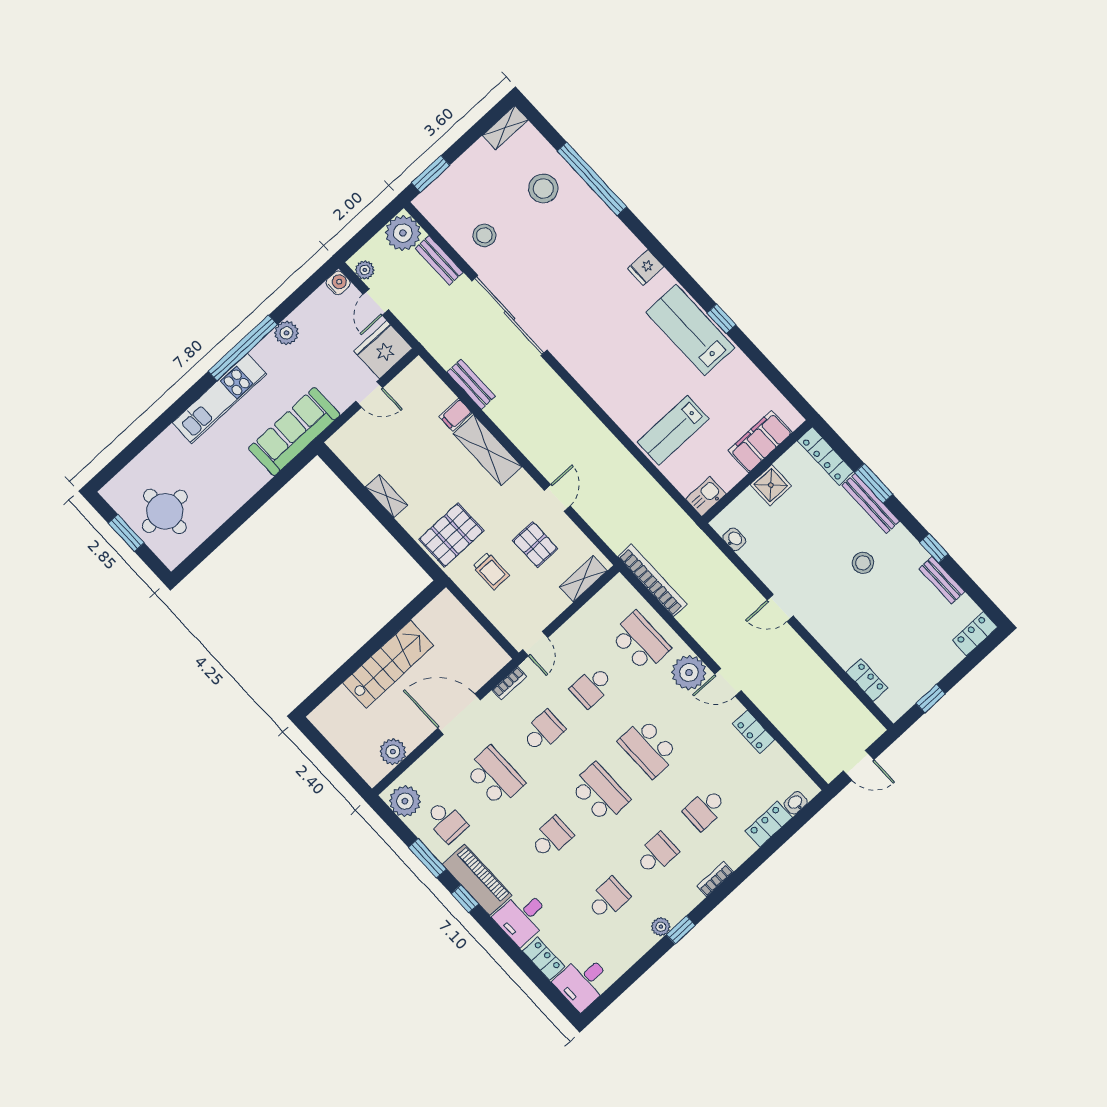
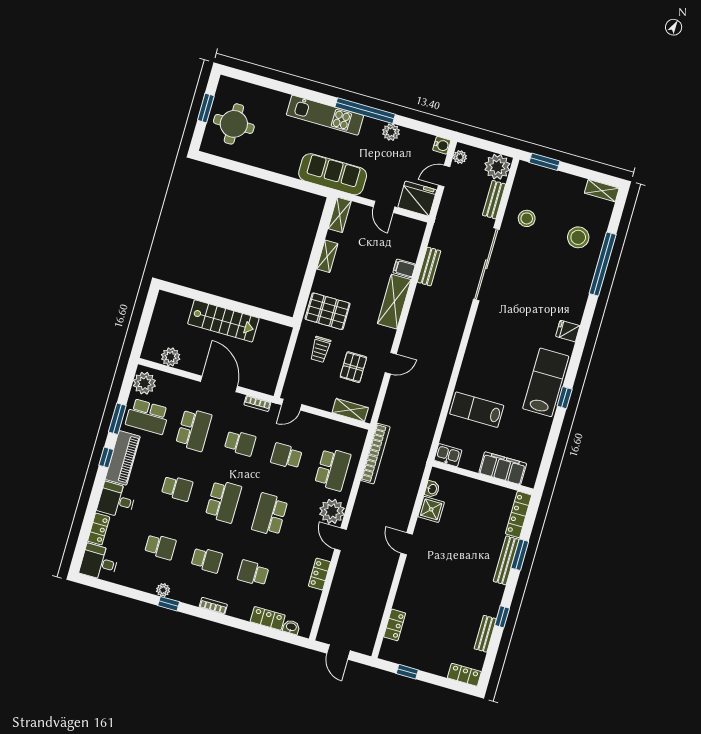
shelving: (347, 452) -> (340, 215), added
shower: (771, 485) -> (431, 509), moved
stool: (863, 563) -> (466, 578), removed
school desk: (446, 821) -> (147, 417), width x1.85

